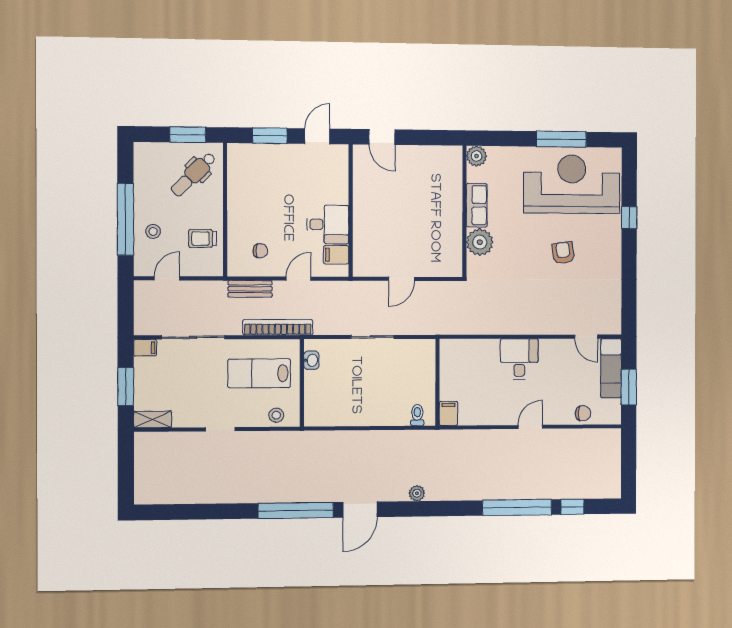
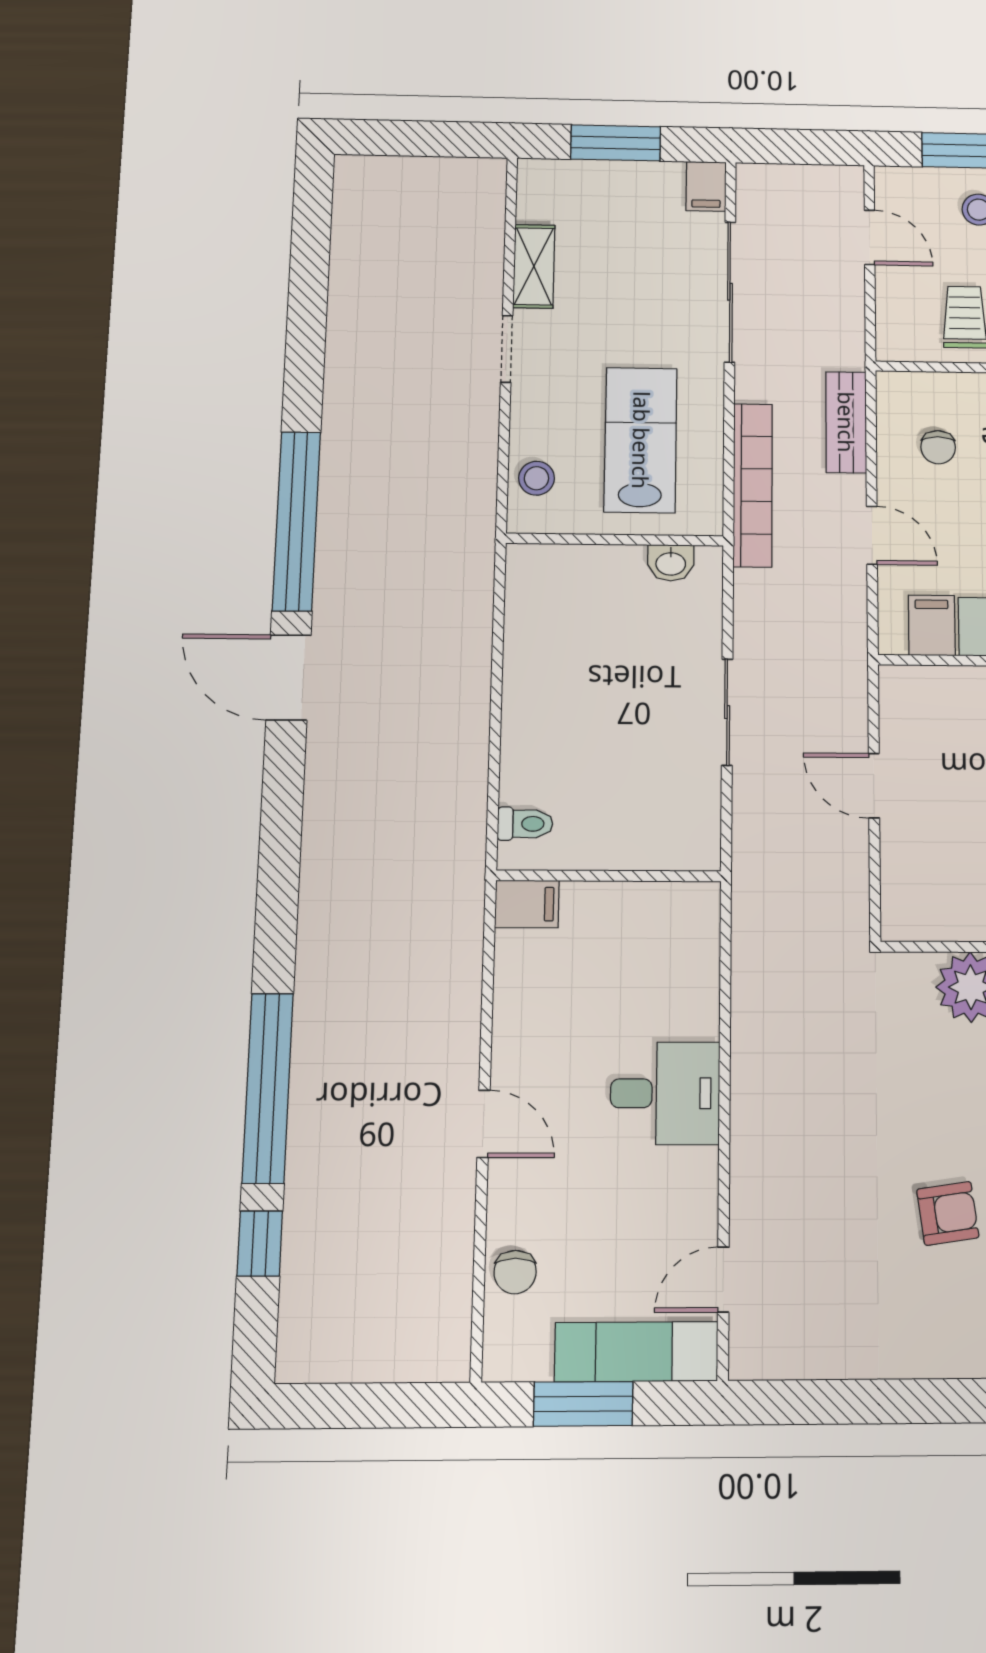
shelving: (153, 419) -> (534, 266), moved
plant: (417, 493) -> (322, 821), removed

